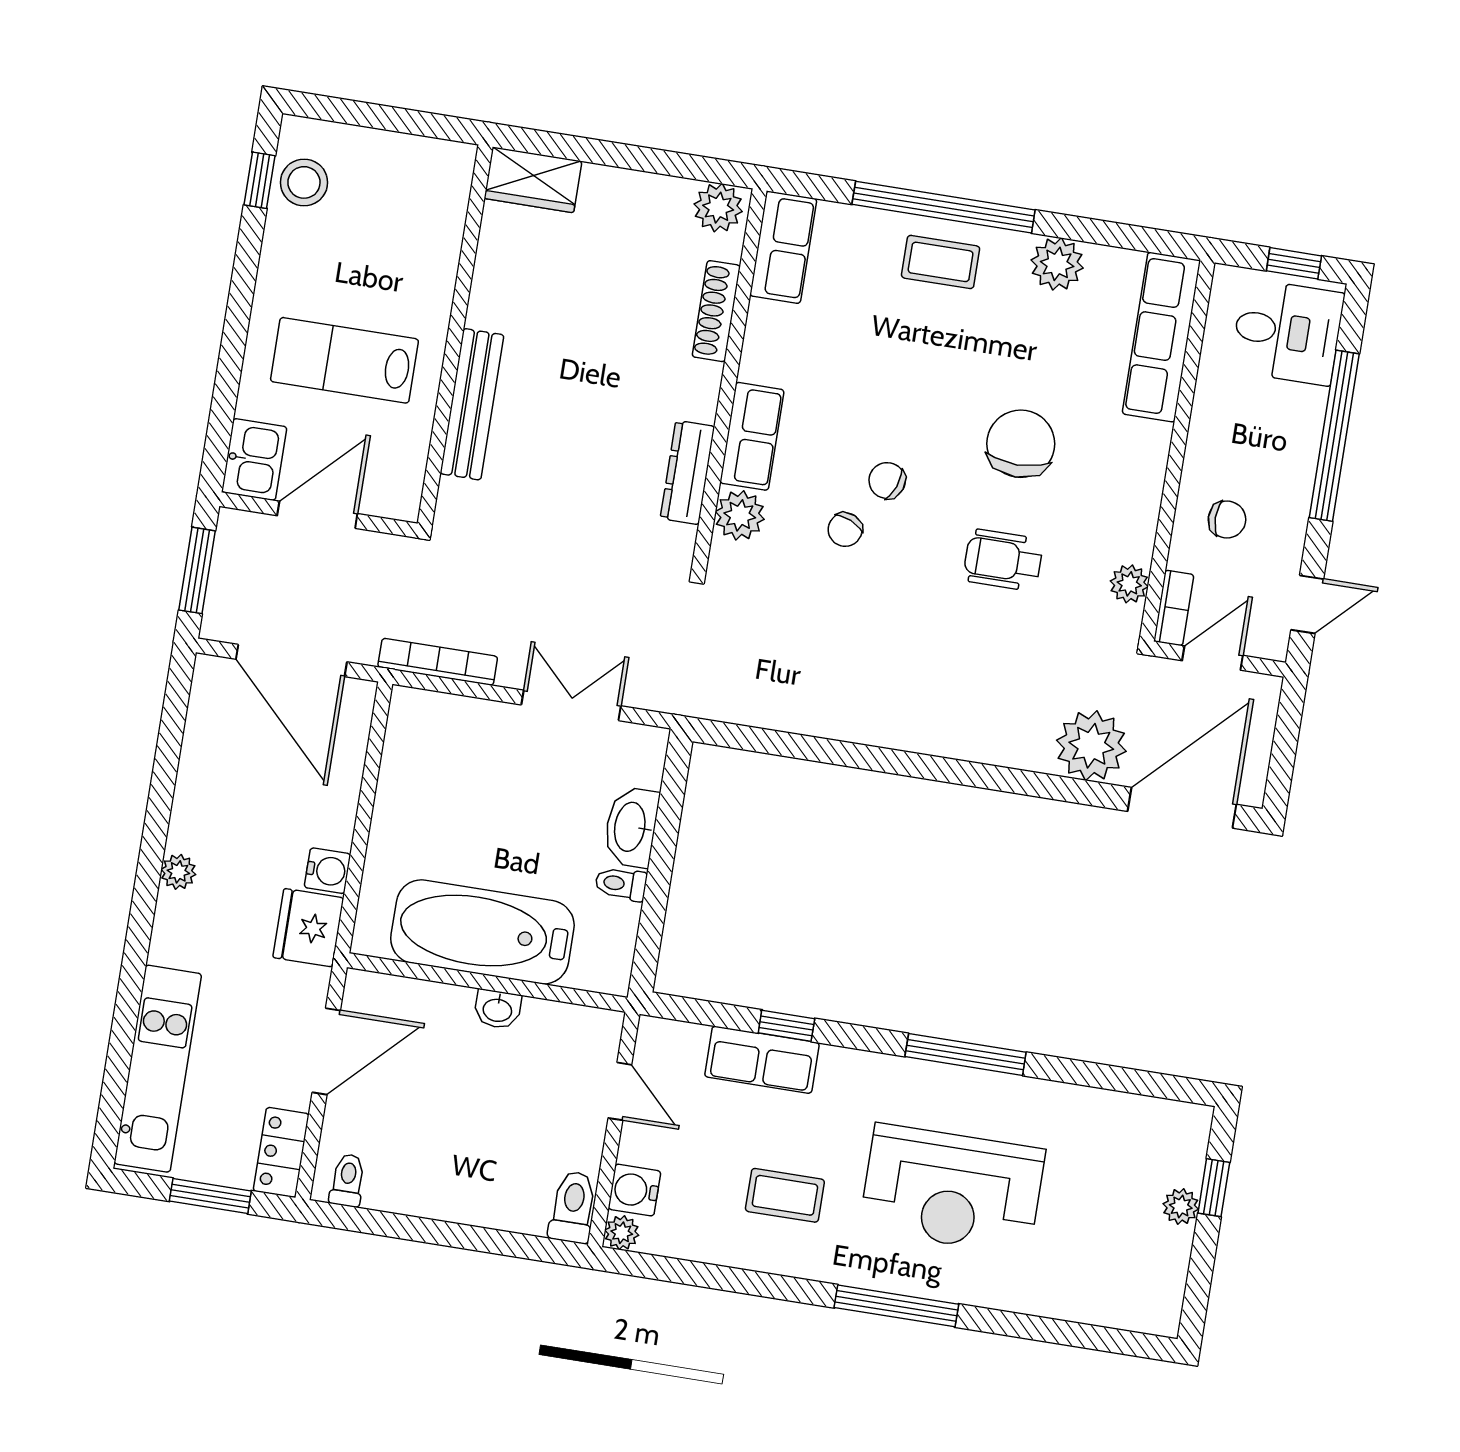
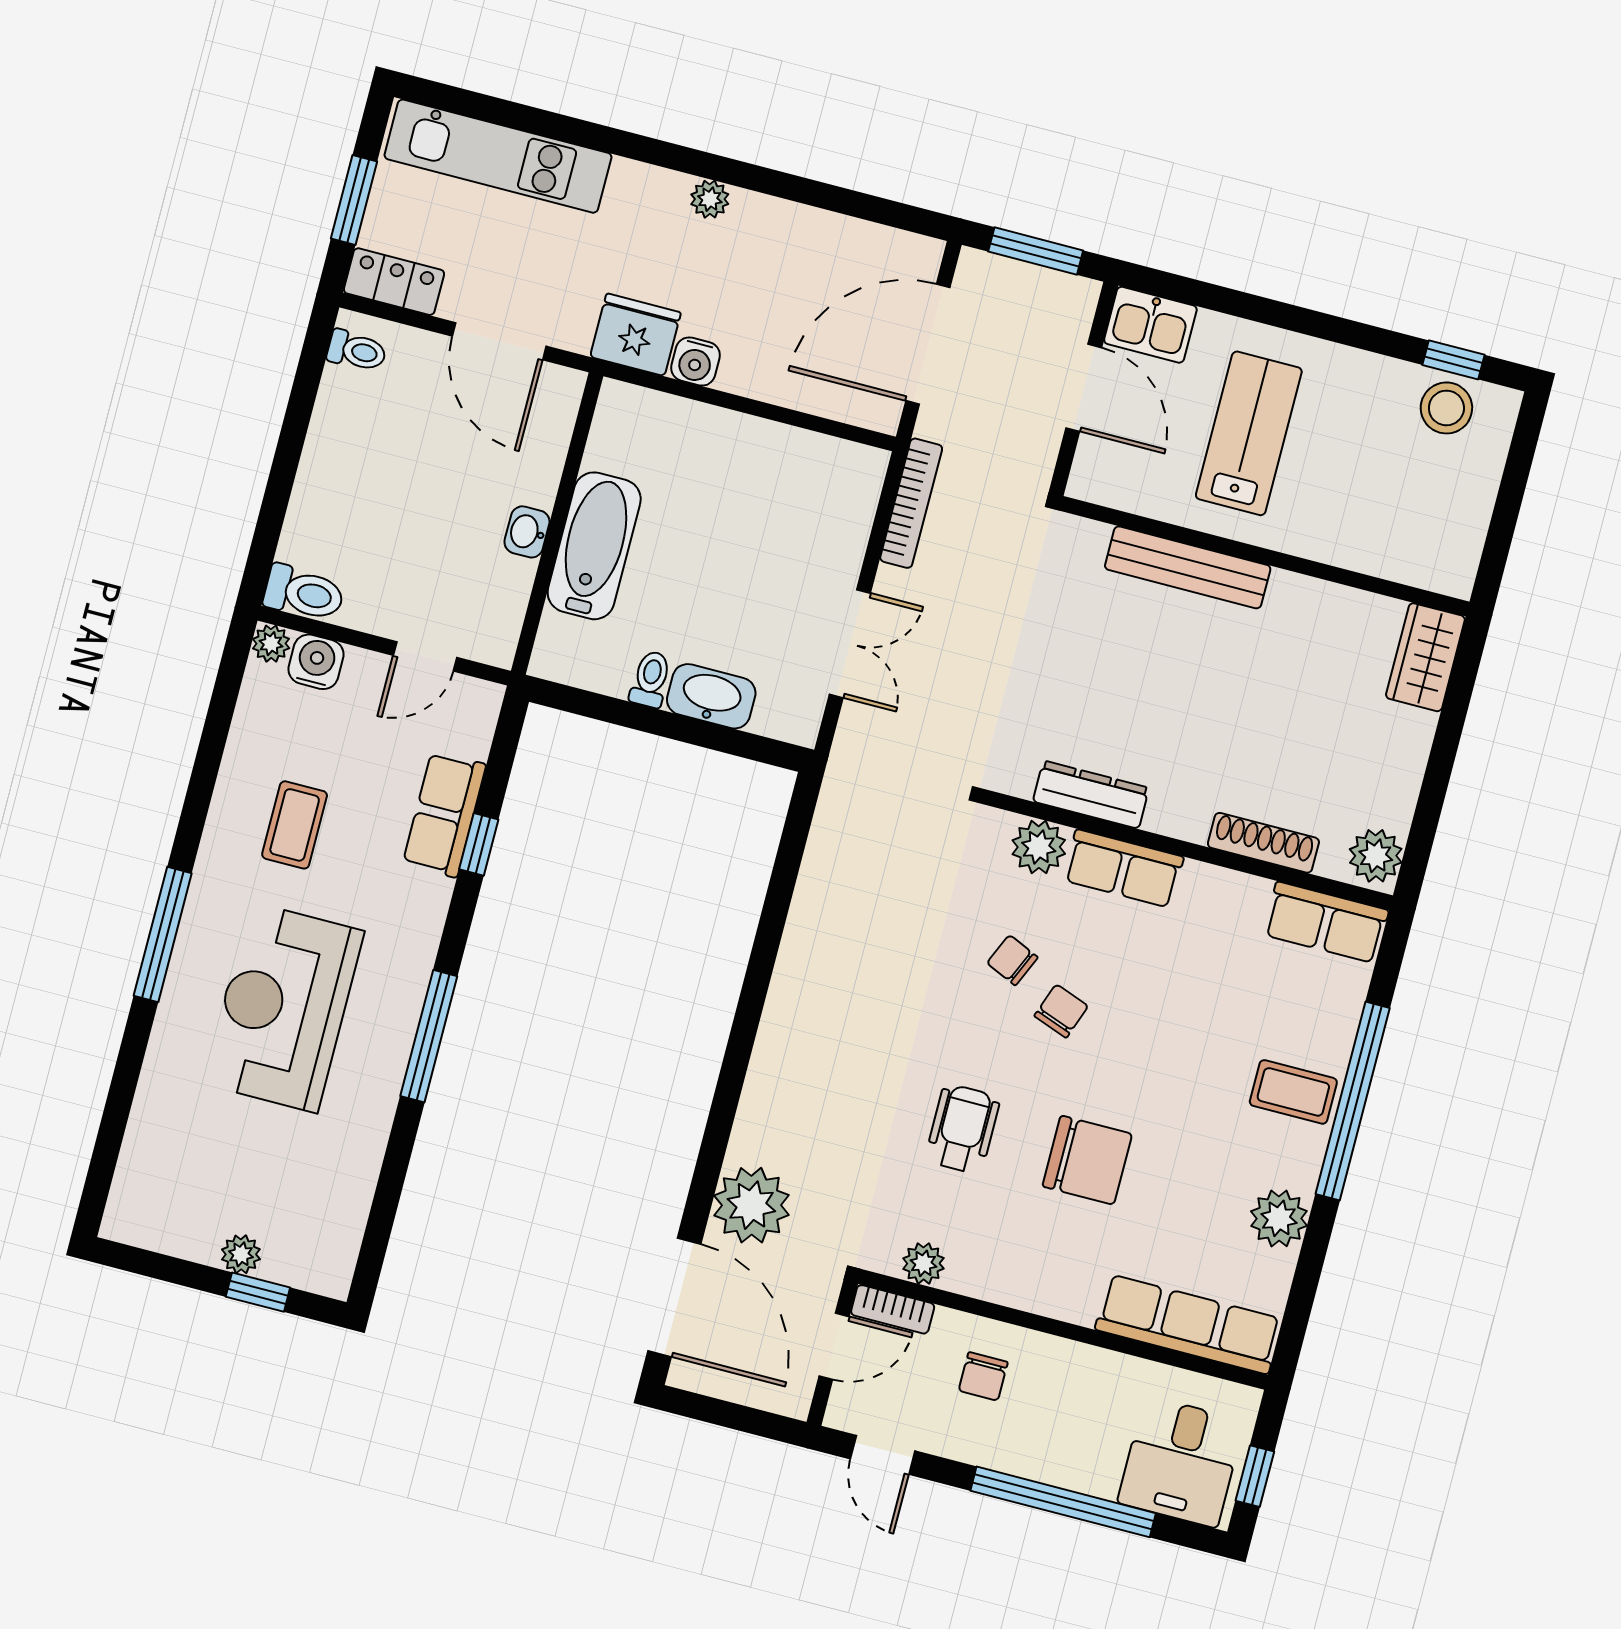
coffee table: (941, 262) -> (1293, 1092), turned 90
door: (1212, 658) -> (834, 1346), hinge flipped
bathtub: (482, 932) -> (594, 546), width x0.73, depth x0.73

